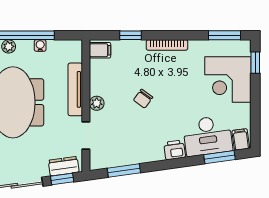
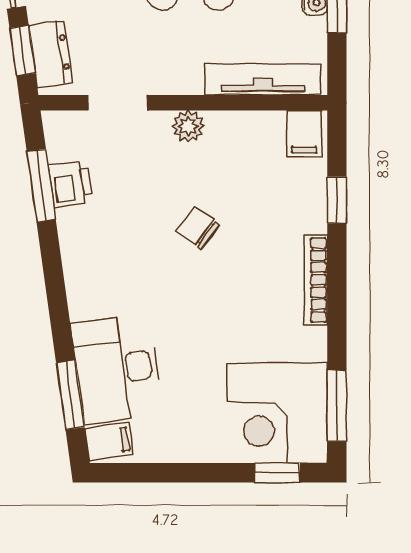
corner desk: (228, 80) -> (277, 413), moved, turned -90
tv unit: (75, 89) -> (263, 79), moved
printer: (175, 150) -> (71, 184), moved

